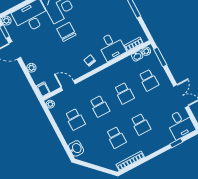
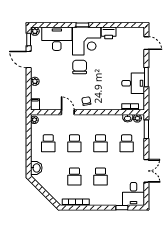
desk: (112, 46) -> (133, 83), moved, turned -90
door: (68, 85) -> (68, 112), moved

